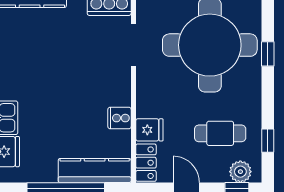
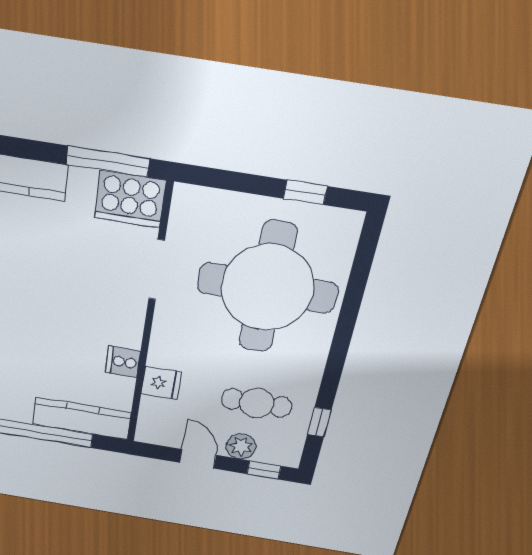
window: (268, 54) -> (349, 313), removed
locker: (146, 163) -> (150, 421), removed
plant: (240, 172) -> (241, 446), moved

